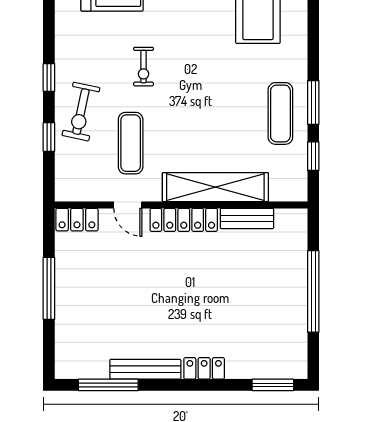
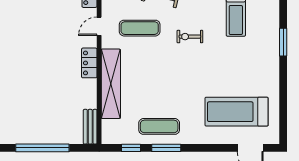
bench: (247, 219) -> (90, 127), moved
locker: (184, 220) -> (89, 63), width x0.66

